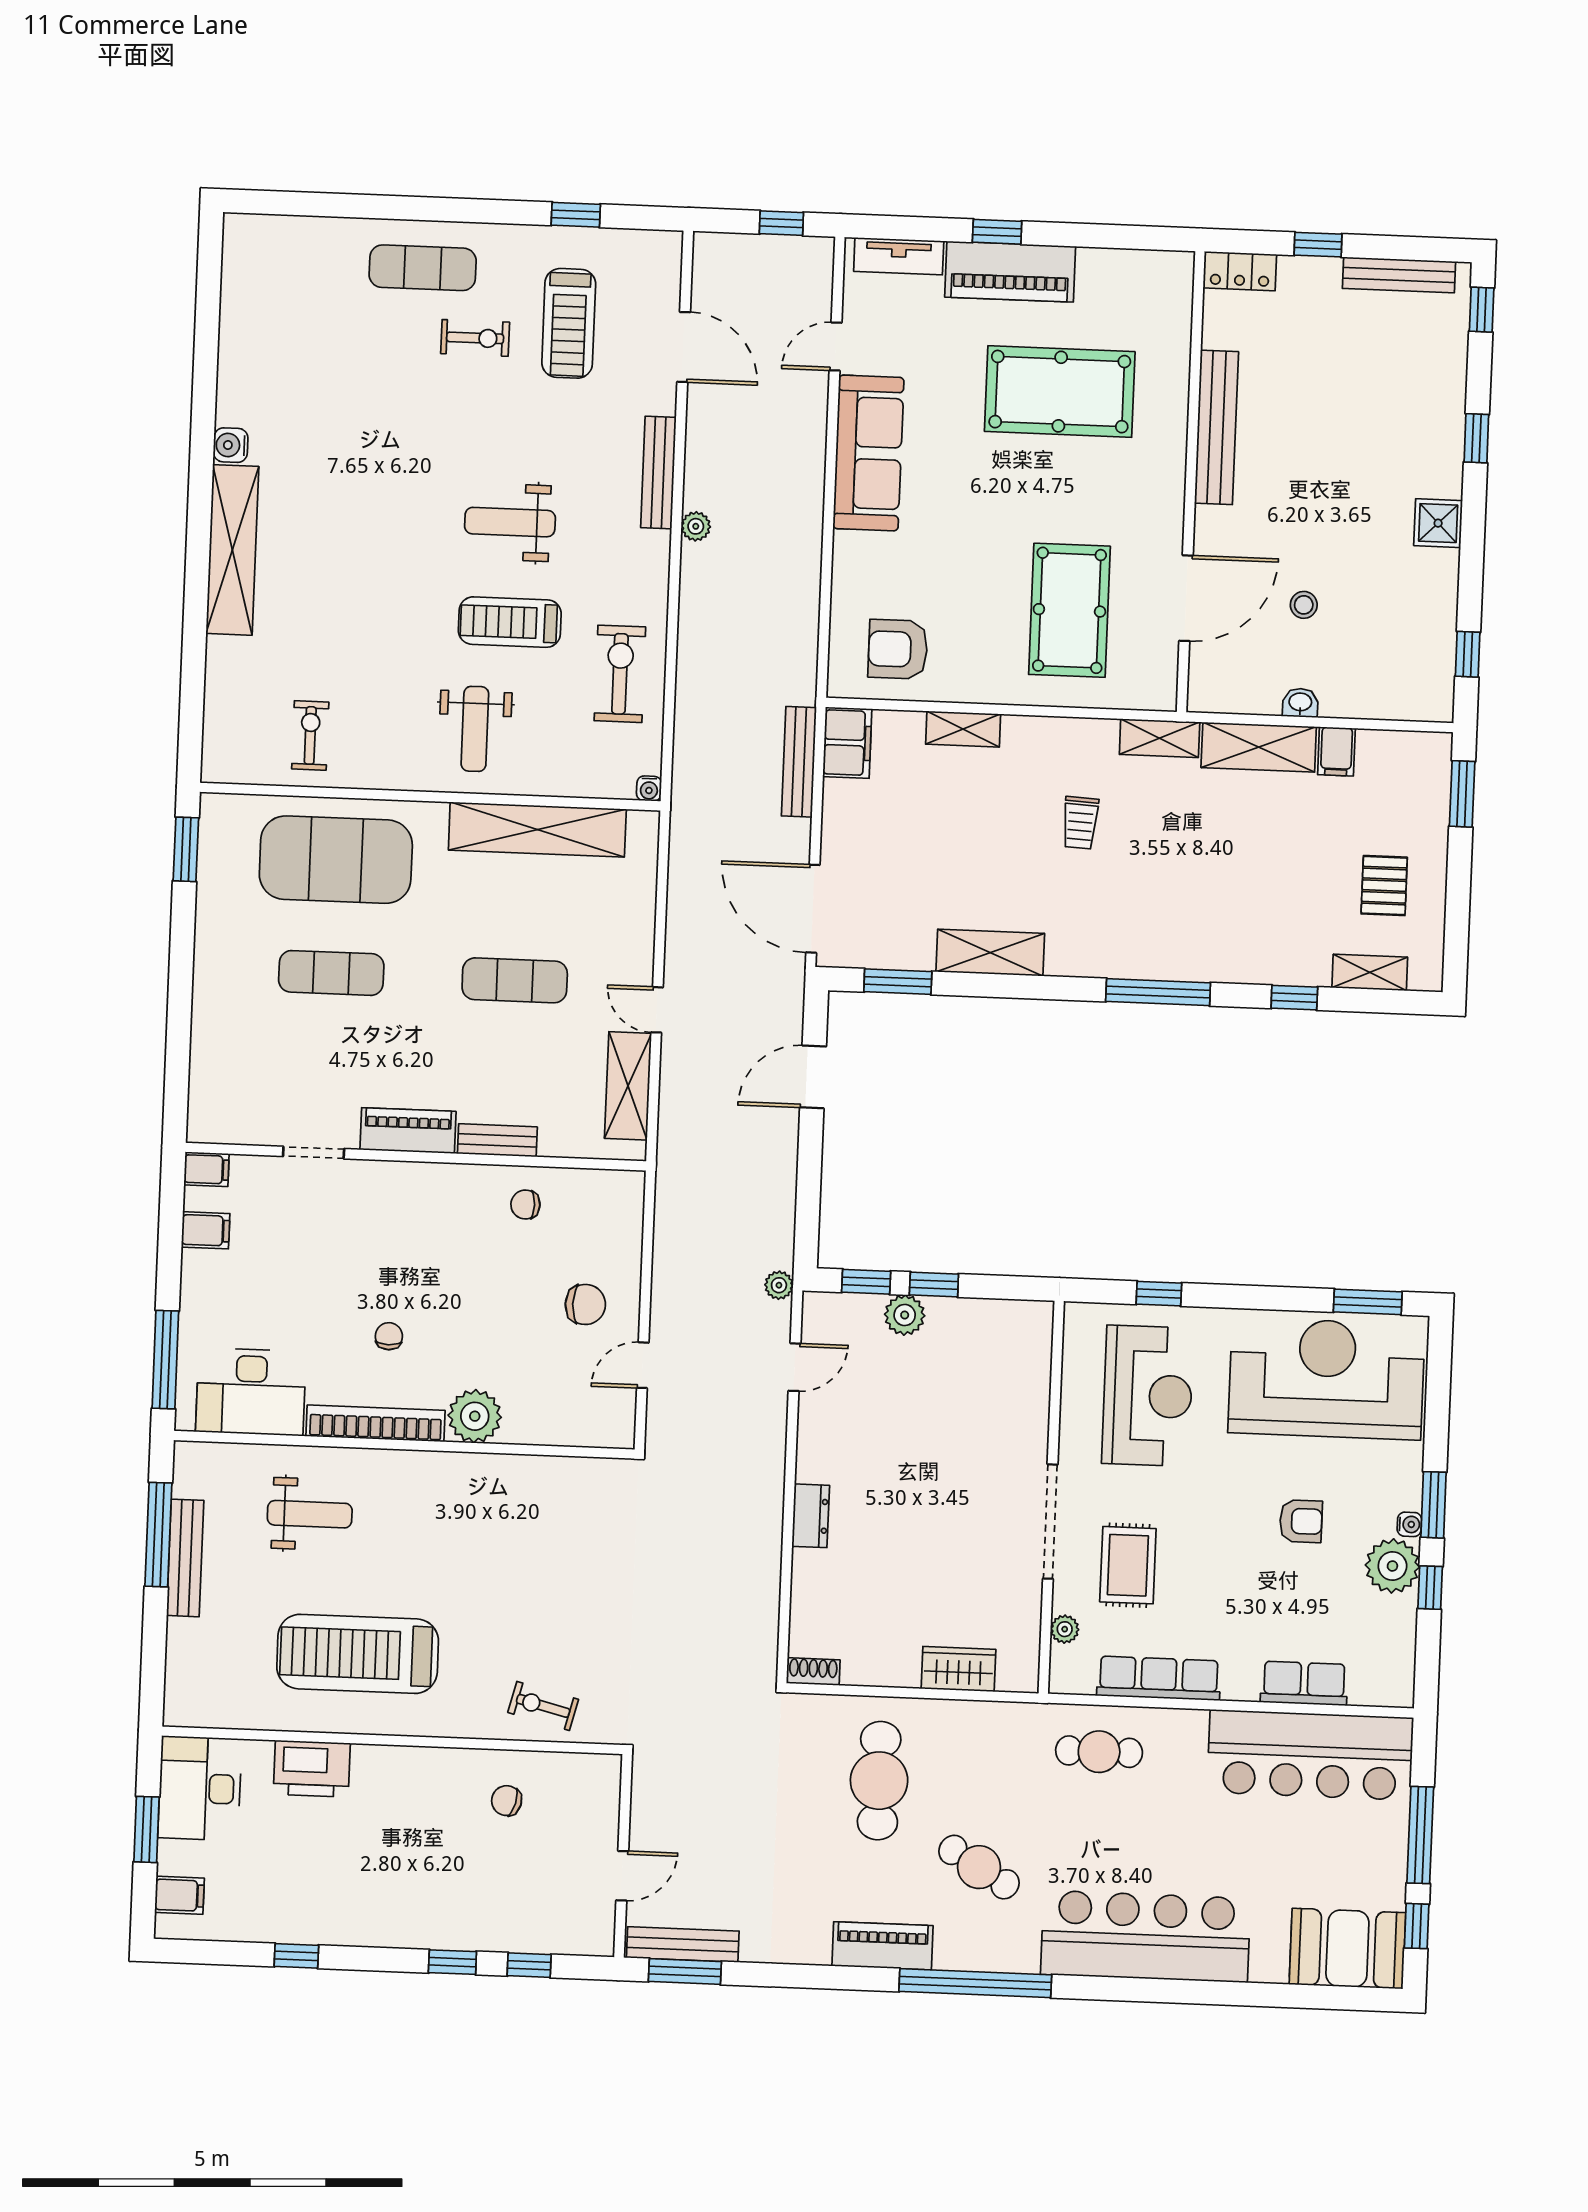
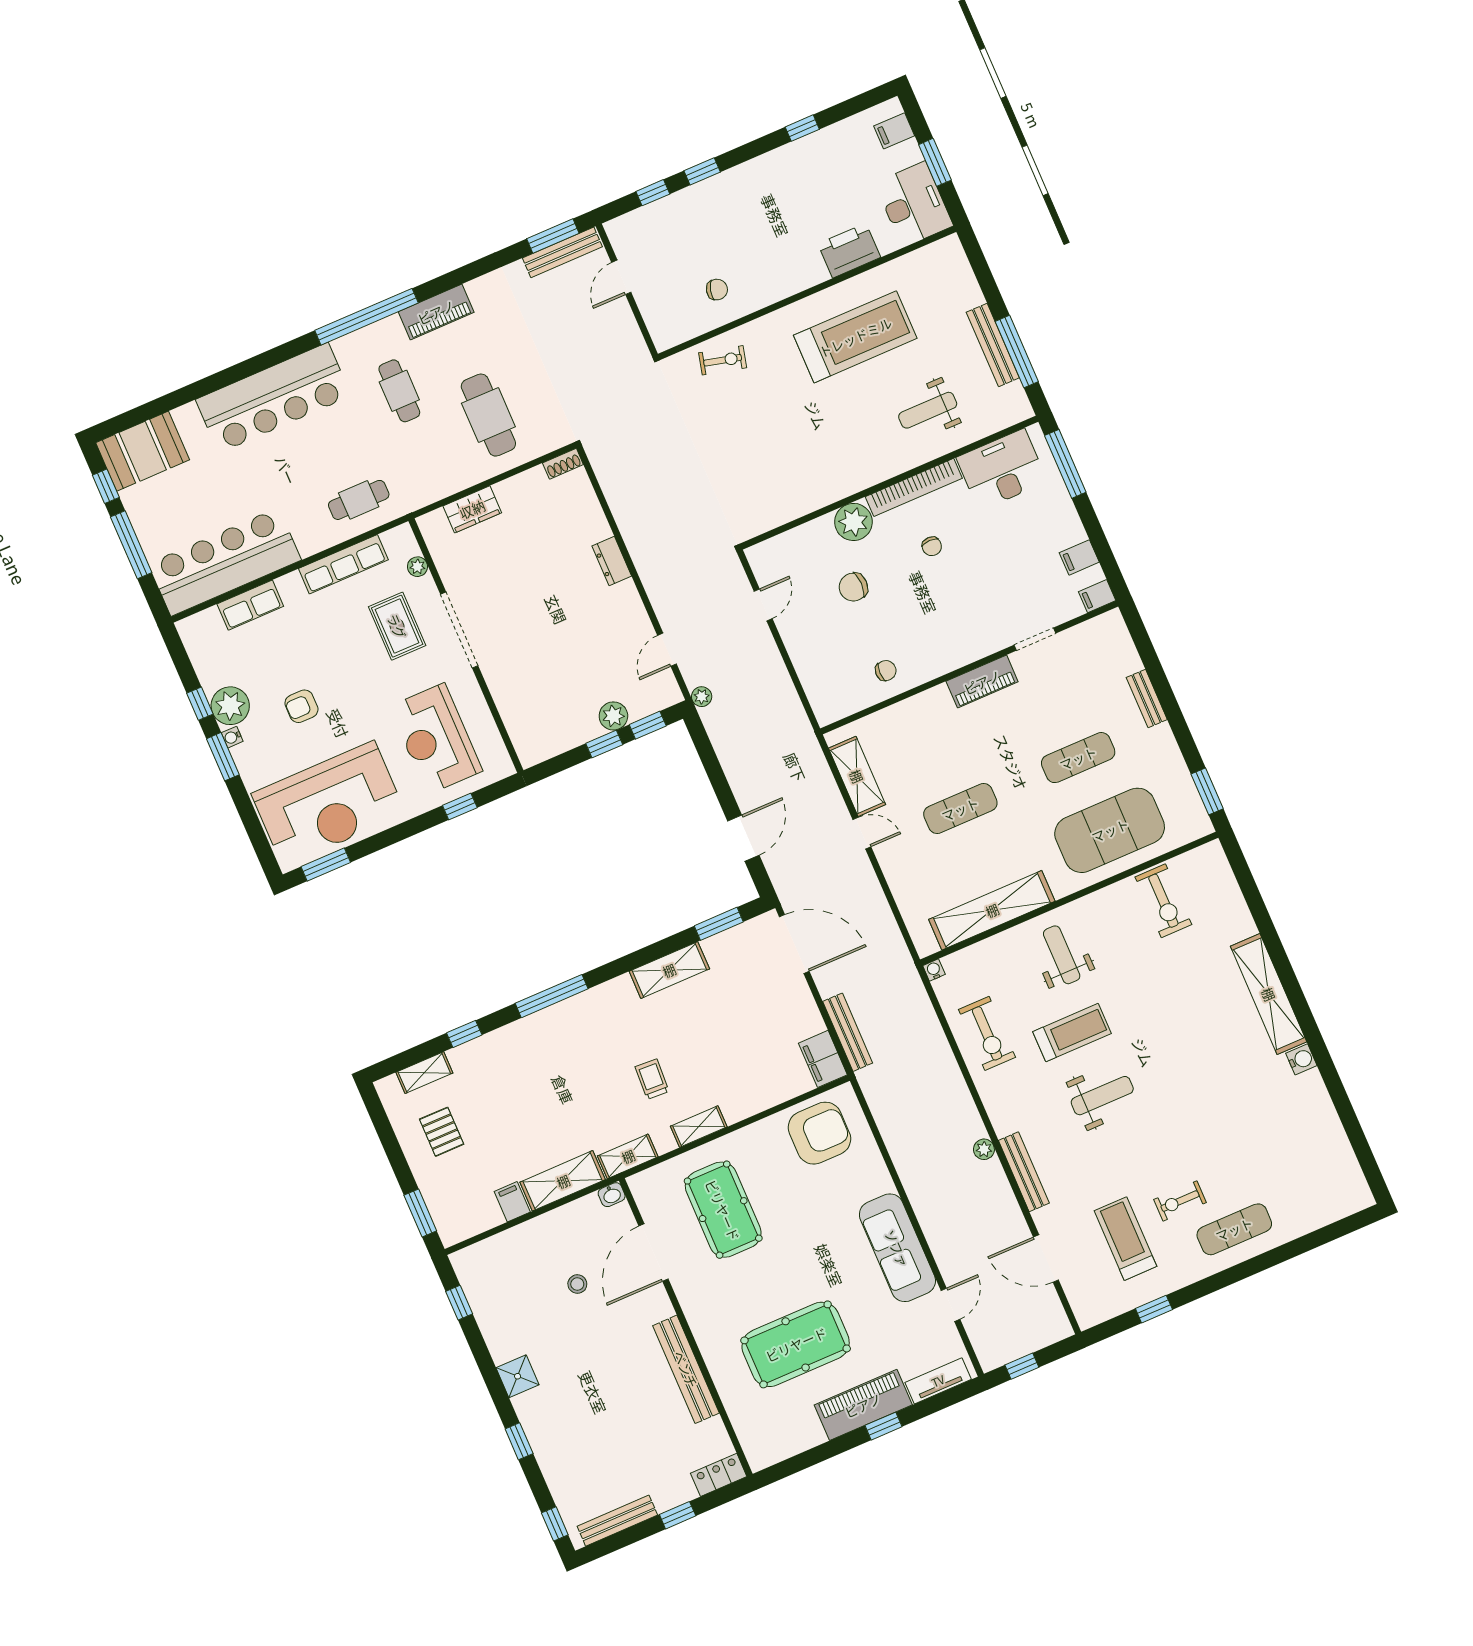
armchair: (898, 649) -> (819, 1133), width x1.36, depth x1.36
washbasin: (1300, 703) -> (612, 1195), moved
shelving: (963, 729) -> (699, 1127), moved
exercise bike: (310, 735) -> (1163, 901), width x1.38, depth x1.39
bench: (497, 1140) -> (1147, 698), moved, turned 90
chair: (585, 1304) -> (853, 587), moved
cafe table: (979, 1867) -> (399, 391), turned 59

